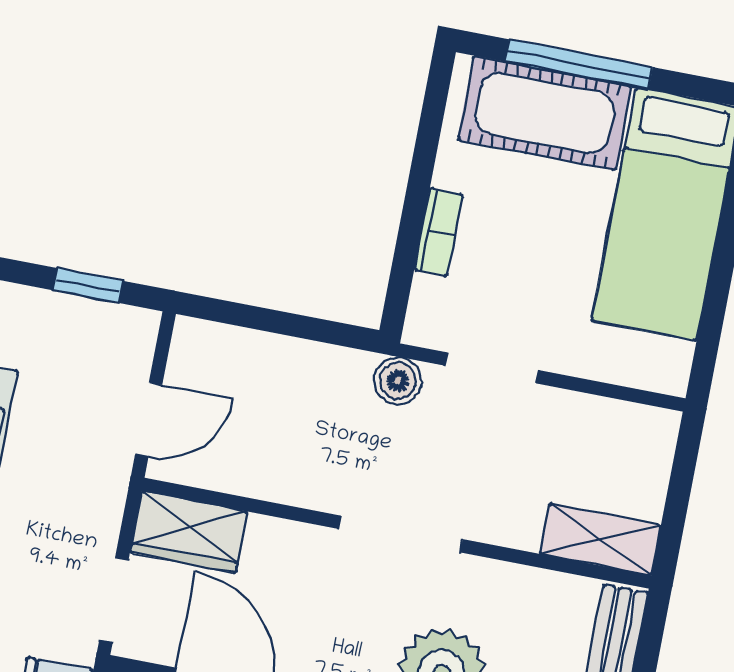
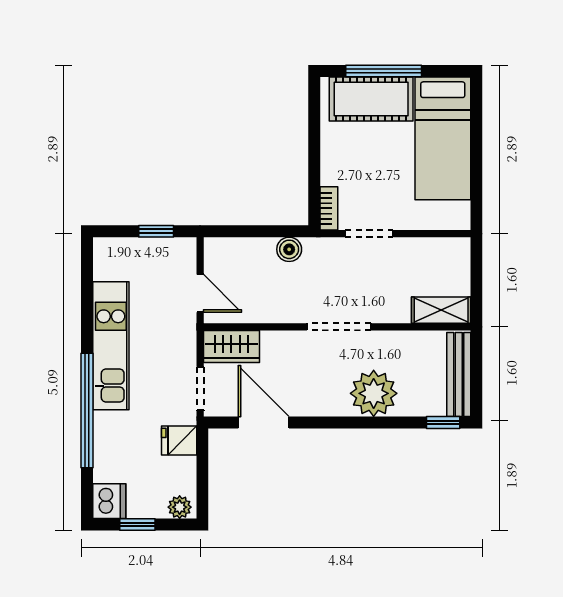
bookcase: (438, 232) -> (329, 208), moved
boiler: (398, 381) -> (289, 249), moved
door: (149, 420) -> (200, 293), hinge flipped

